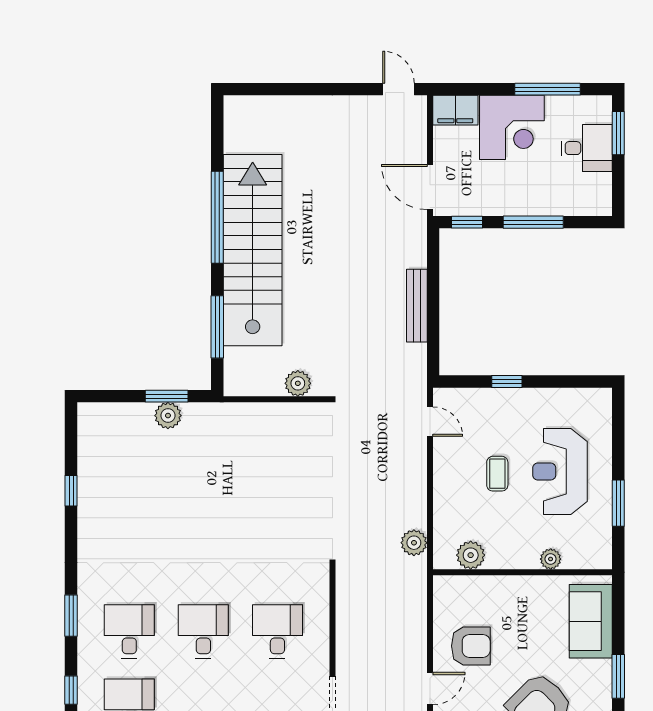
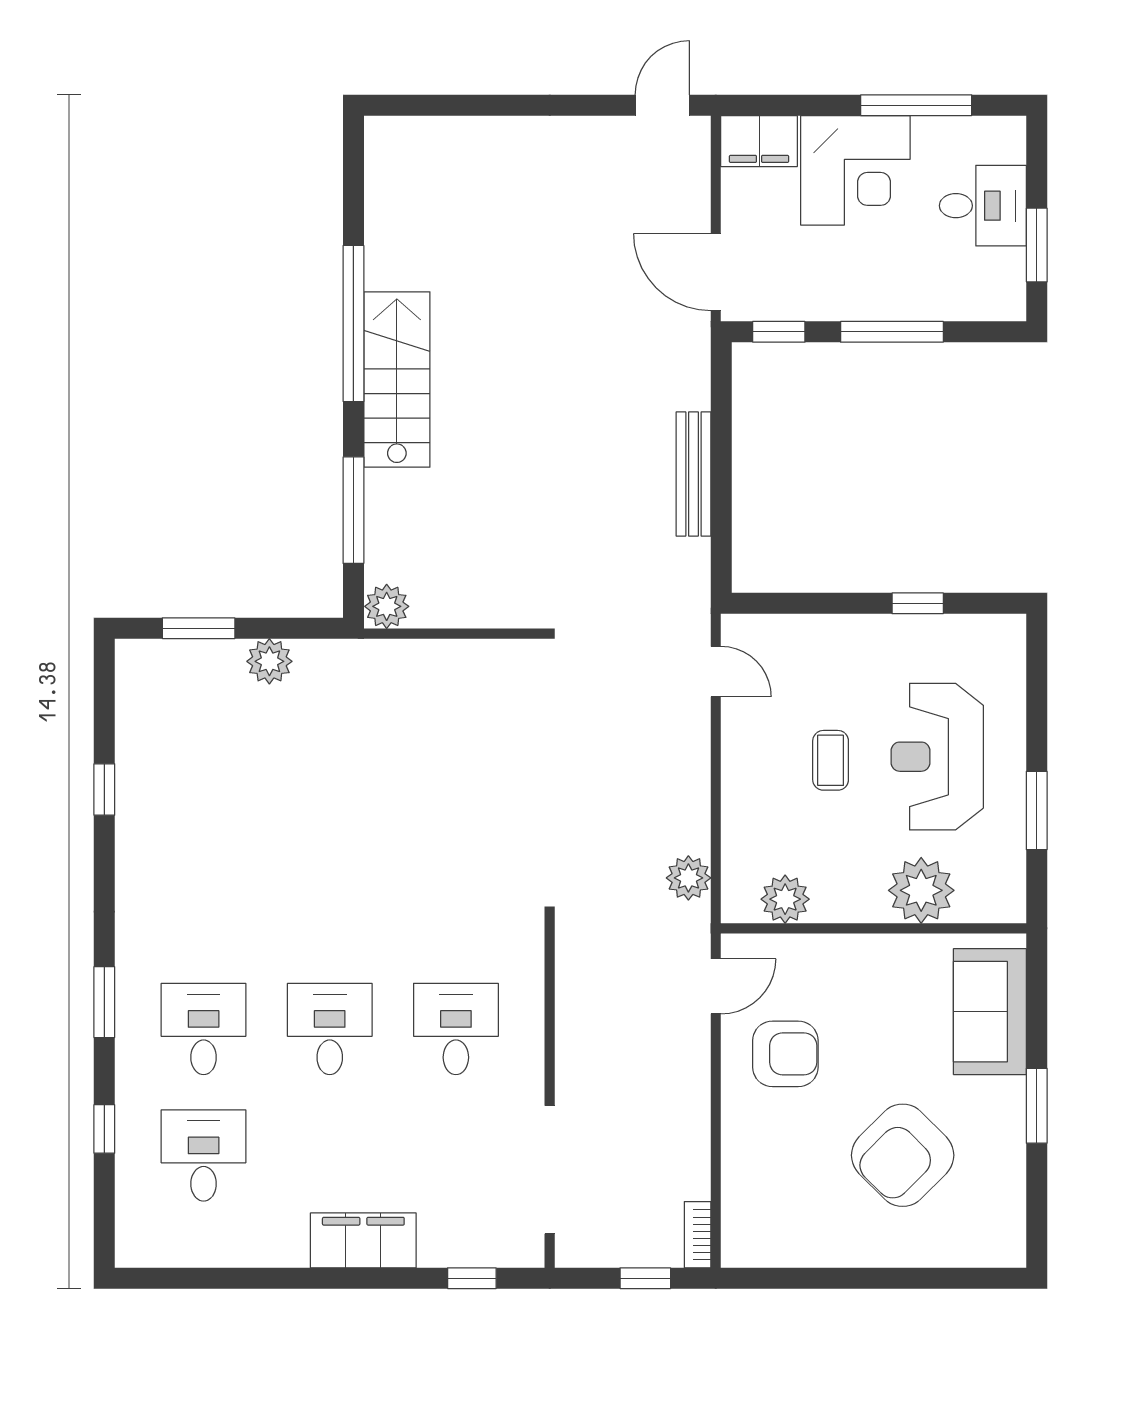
door: (398, 89) -> (662, 105), hinge flipped
window: (618, 133) -> (1037, 245), moved
stairs: (253, 250) -> (397, 380), width x0.54, depth x0.66
window: (507, 381) -> (918, 603), moved
plant: (298, 383) -> (387, 606), moved
window: (167, 396) -> (199, 628), moved
plant: (551, 559) -> (921, 890), width x1.87, depth x1.87
door: (430, 689) -> (716, 986), moved

